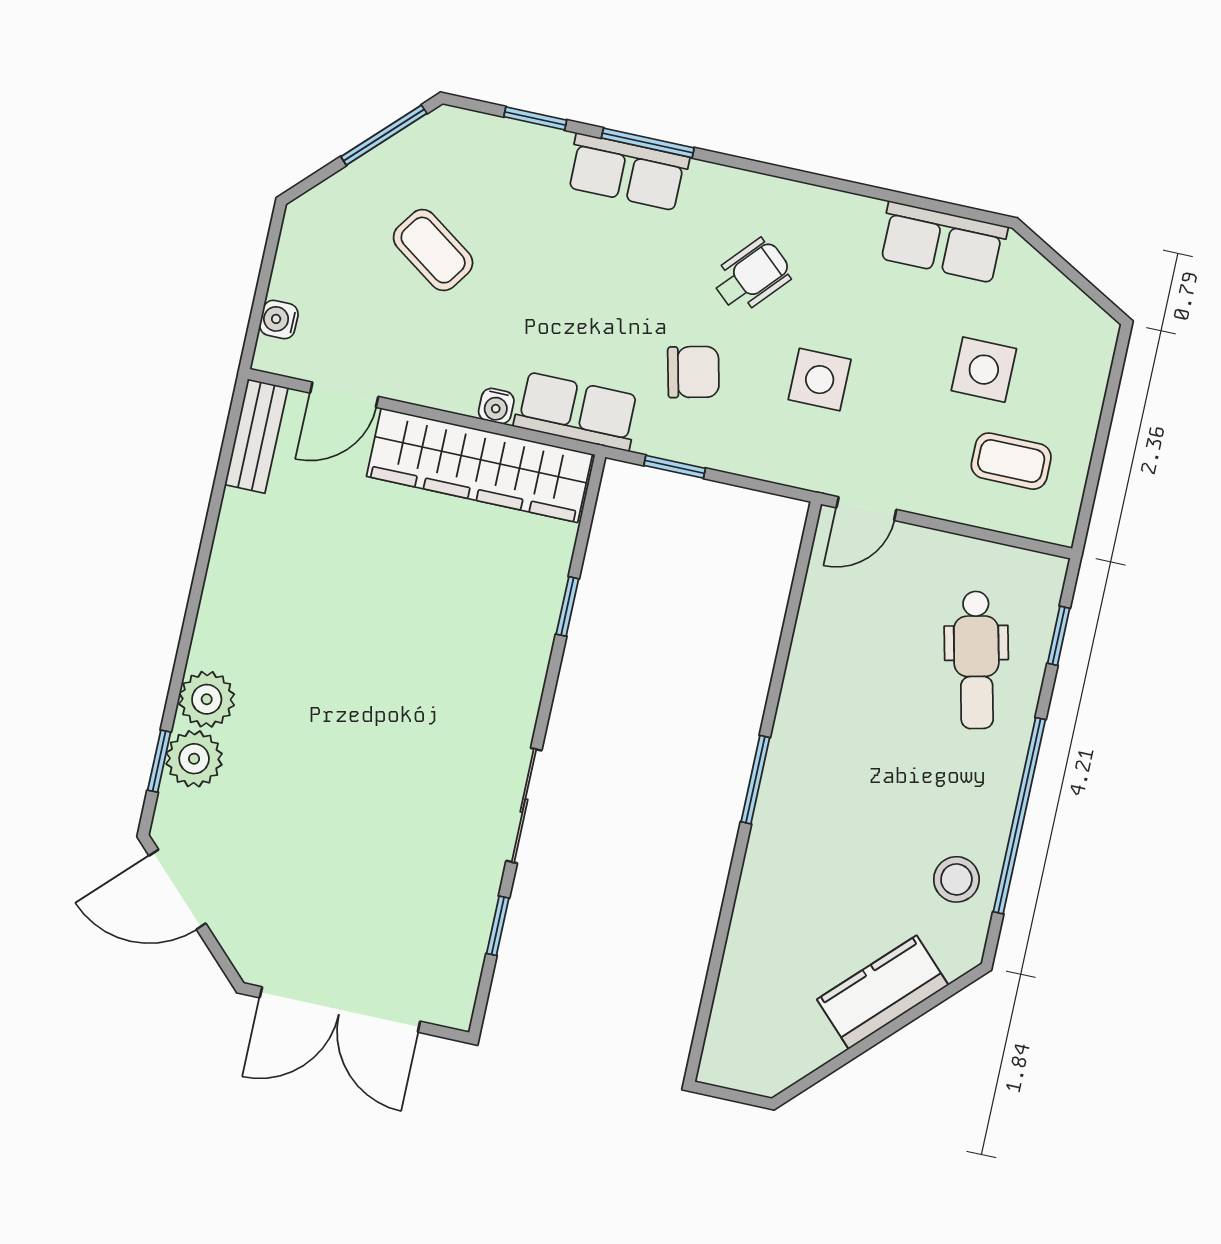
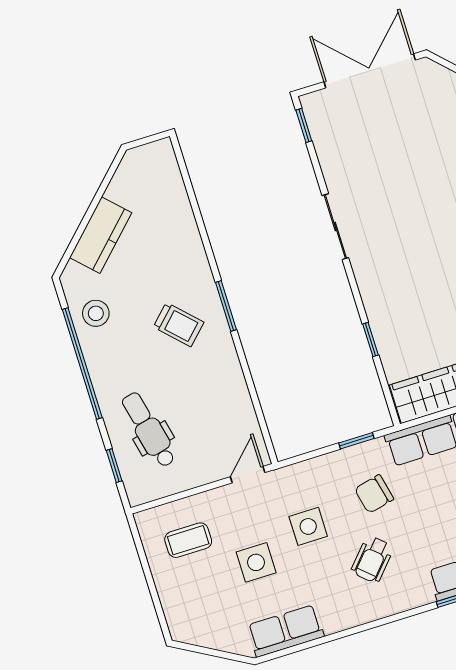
side table: (984, 370) -> (256, 562), moved
trolley: (842, 792) -> (179, 325), added
window: (498, 926) -> (304, 126), moved

